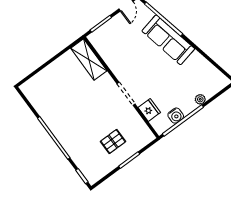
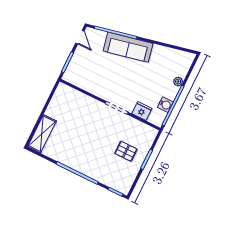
shelving: (89, 59) -> (42, 134), moved, turned 90
pallet: (113, 141) -> (126, 151), turned 90

